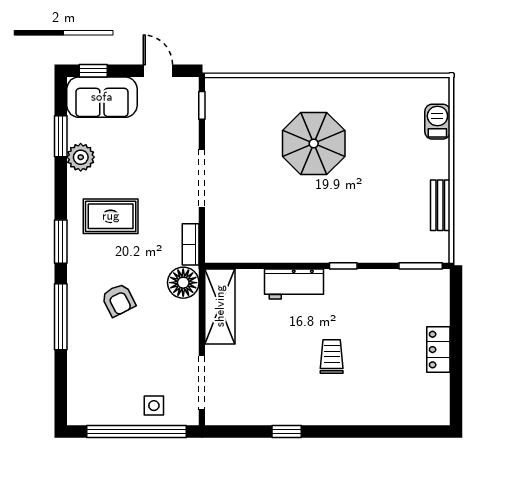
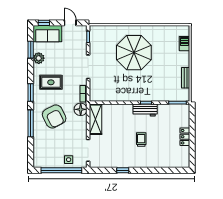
parasol: (314, 143) -> (134, 53), width x1.36, depth x1.36
workbench: (294, 284) -> (145, 110), moved
armchair: (119, 300) -> (54, 116), width x1.88, depth x1.88

